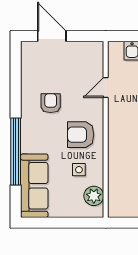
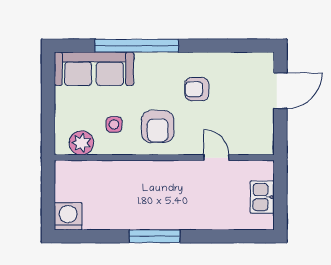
armchair: (51, 103) -> (197, 89), turned 180
armchair: (81, 135) -> (158, 127), turned 180

